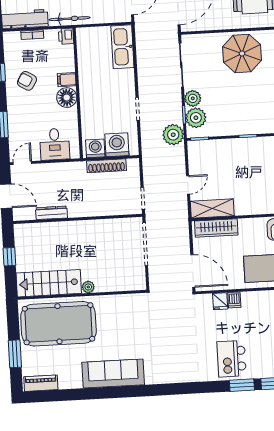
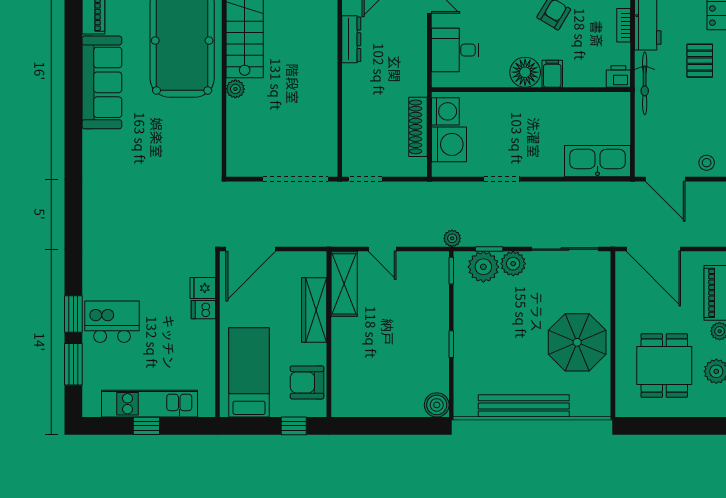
plant: (173, 135) -> (452, 238), width x0.53, depth x0.53
wardrobe: (216, 228) -> (314, 310), moved
kitchen island: (232, 359) -> (112, 322), moved
sofa: (113, 374) -> (102, 82), moved

